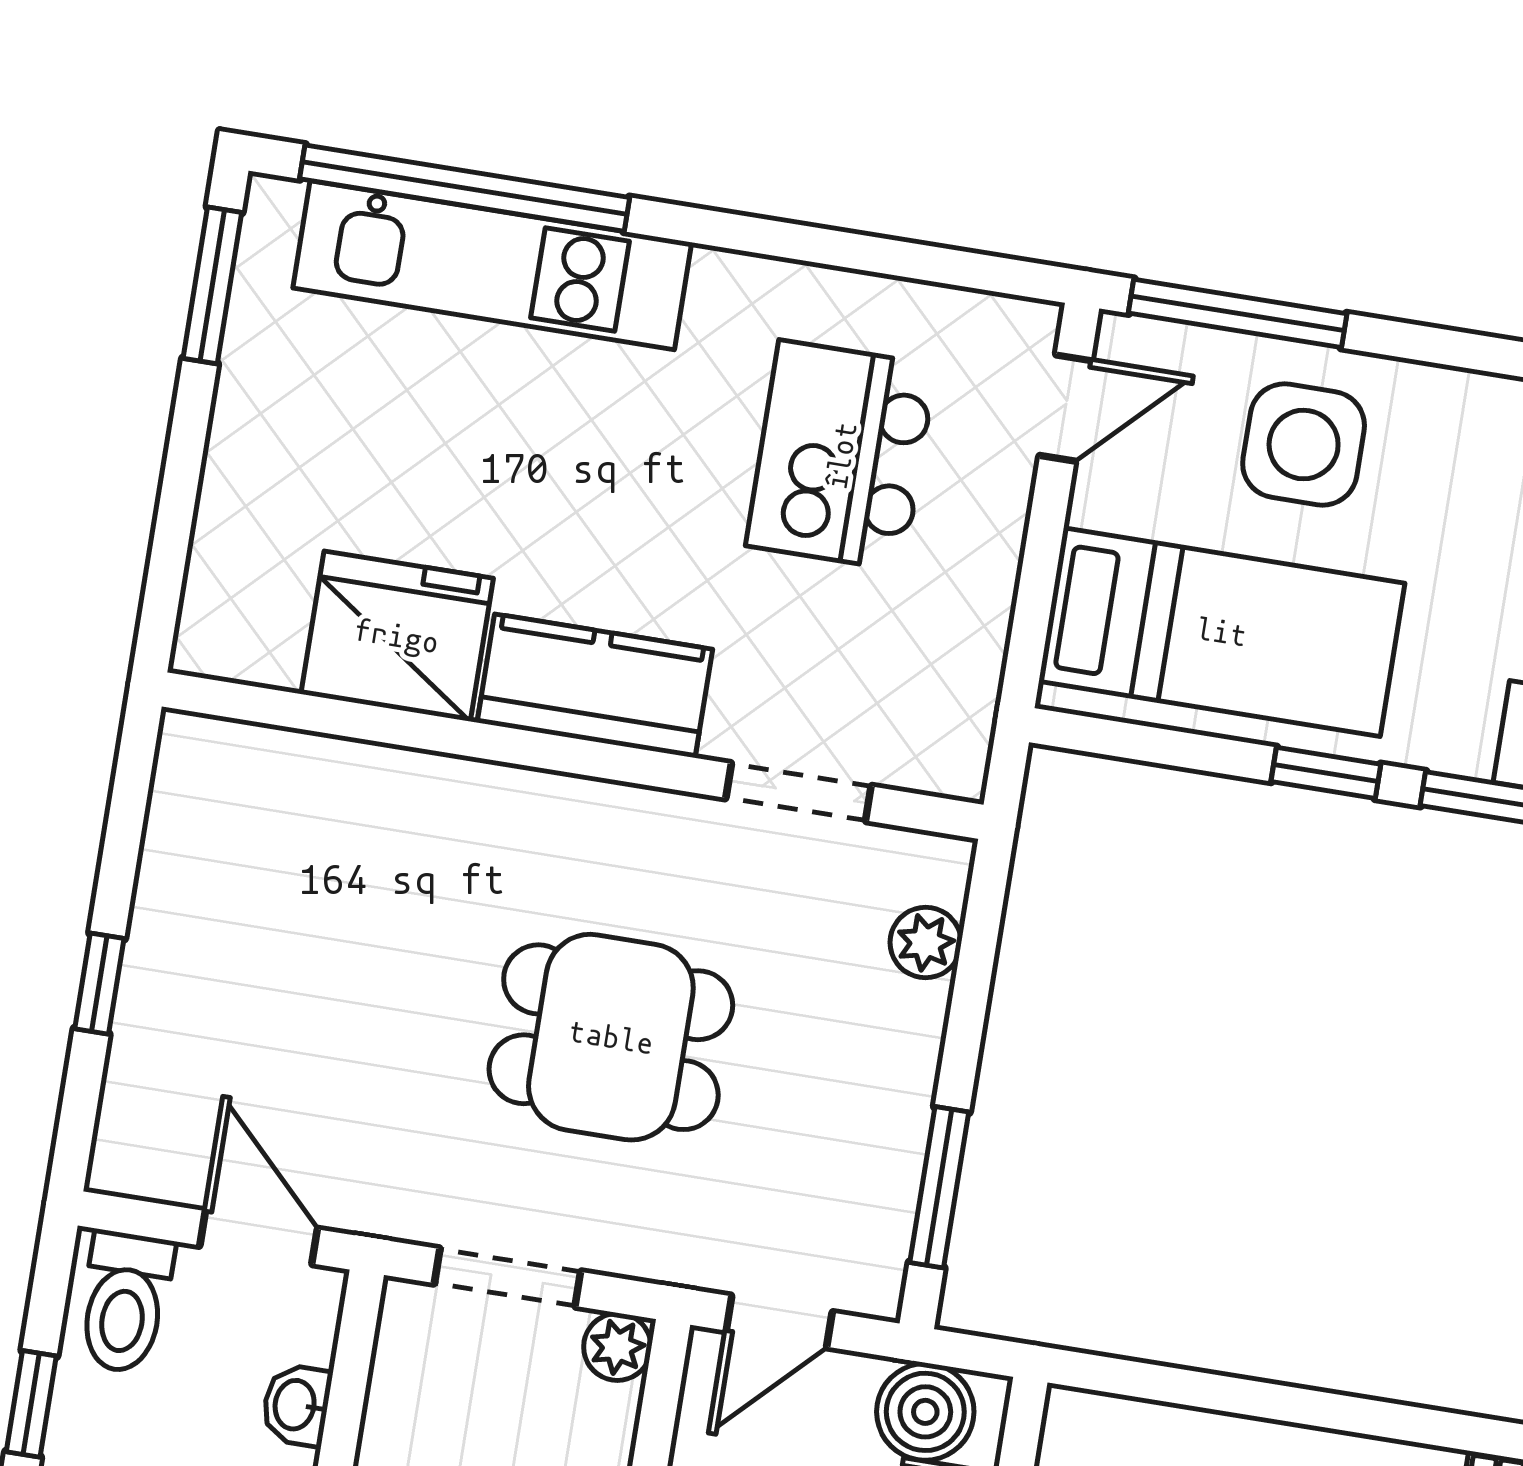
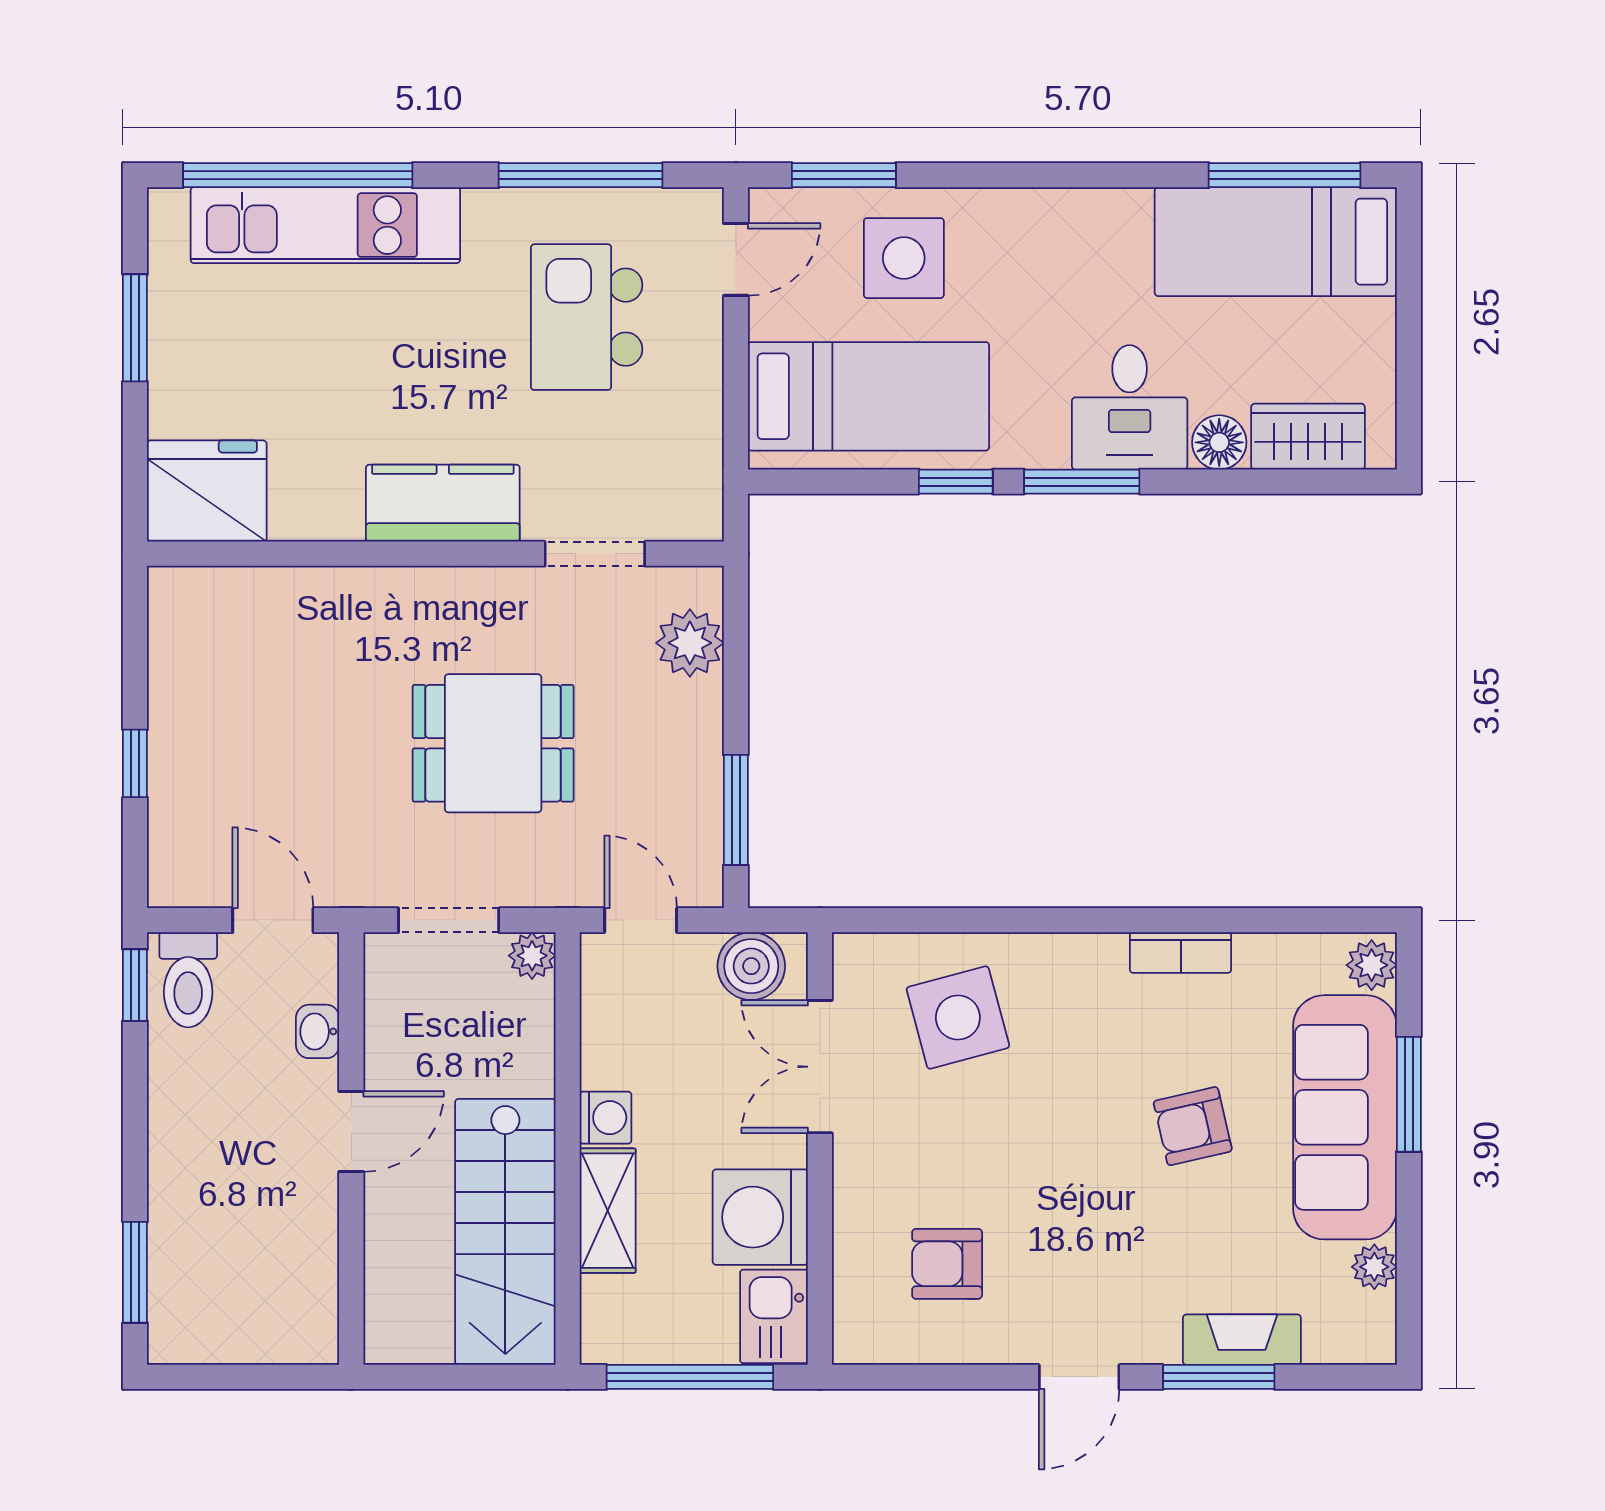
window: (865, 253) -> (581, 175), added
window: (212, 285) -> (135, 328), moved
window: (1238, 313) -> (844, 175), width x0.69
fridge: (397, 636) -> (207, 491), moved
plant: (926, 943) -> (690, 643), width x1.38, depth x1.38
door: (779, 1322) -> (641, 920), swing flipped
window: (31, 1404) -> (135, 985), moved

